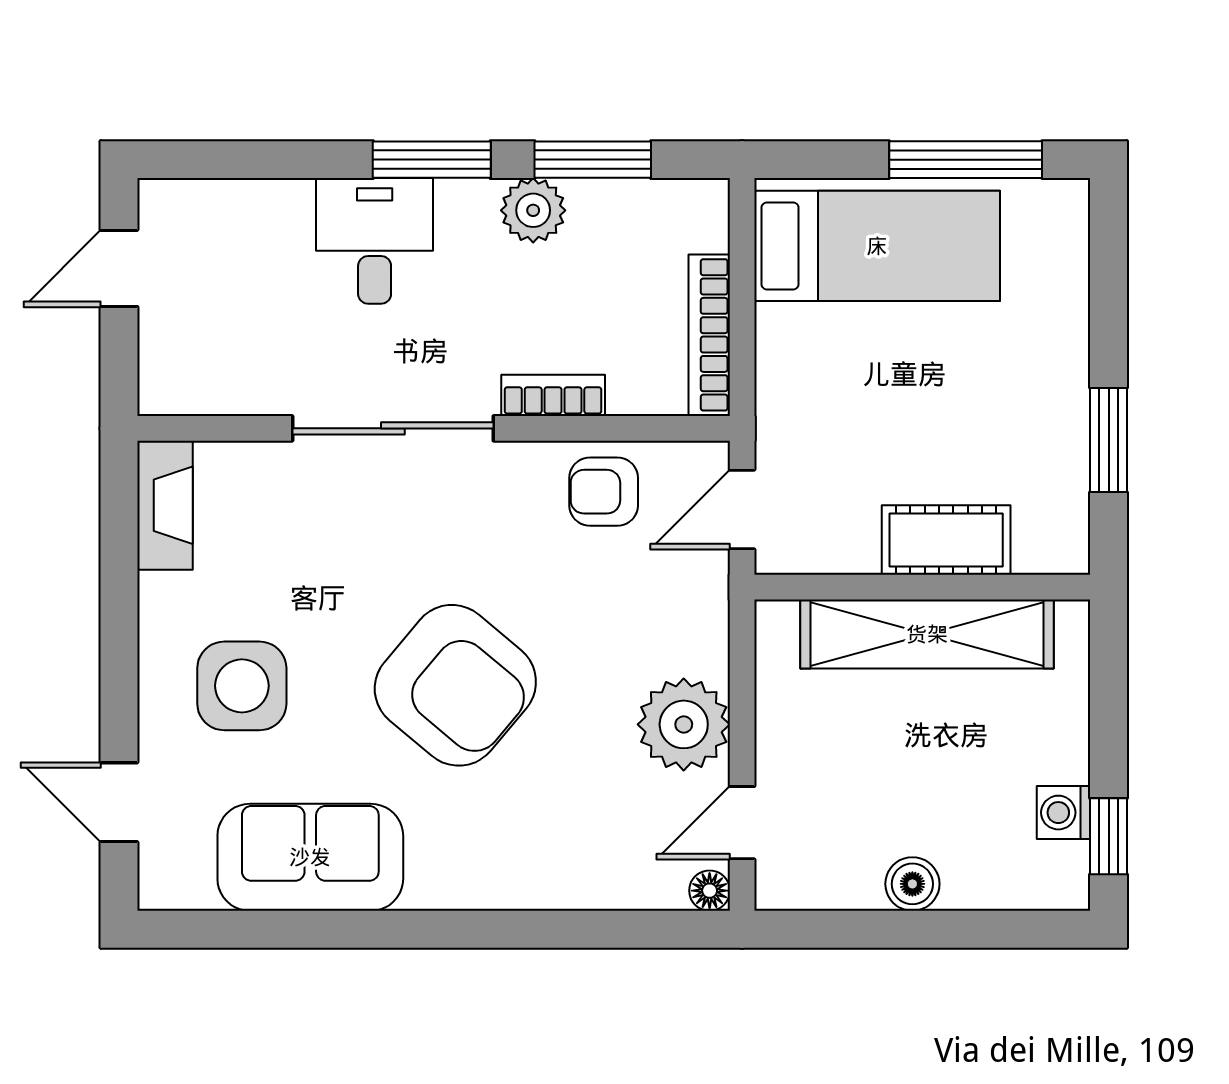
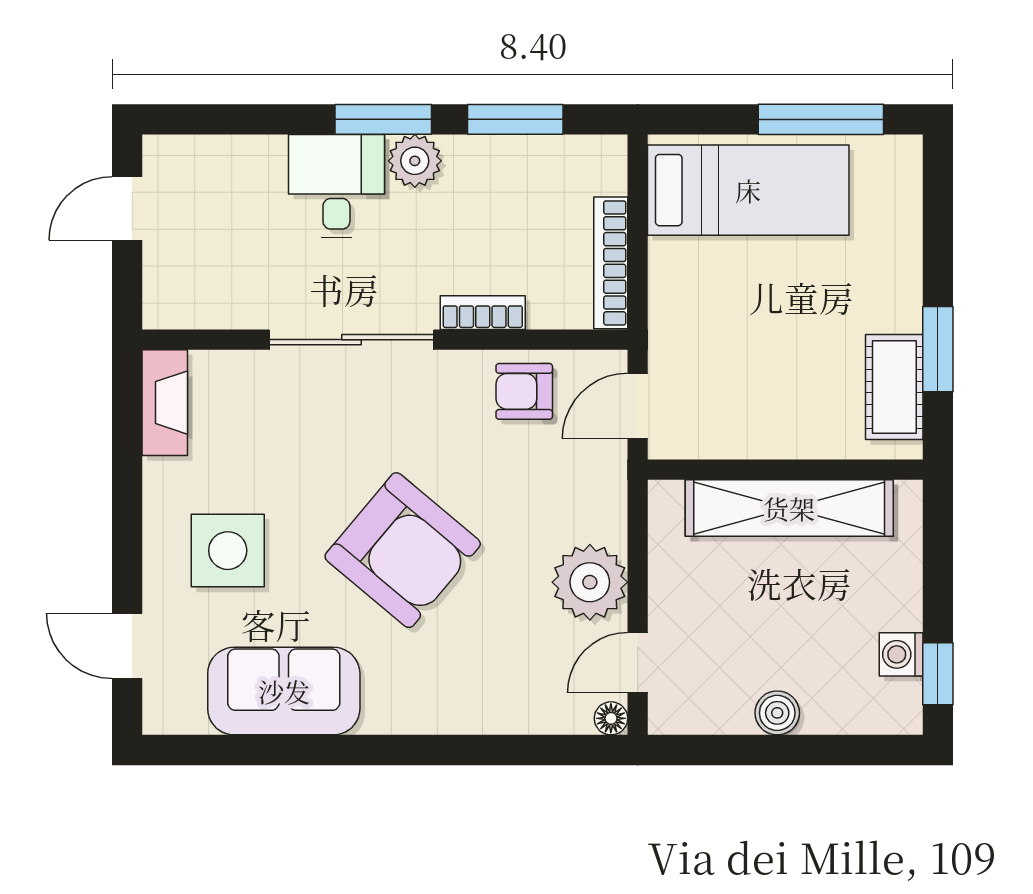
plant: (533, 210) -> (415, 161), moved
cot: (946, 540) -> (894, 387), moved, turned 90

